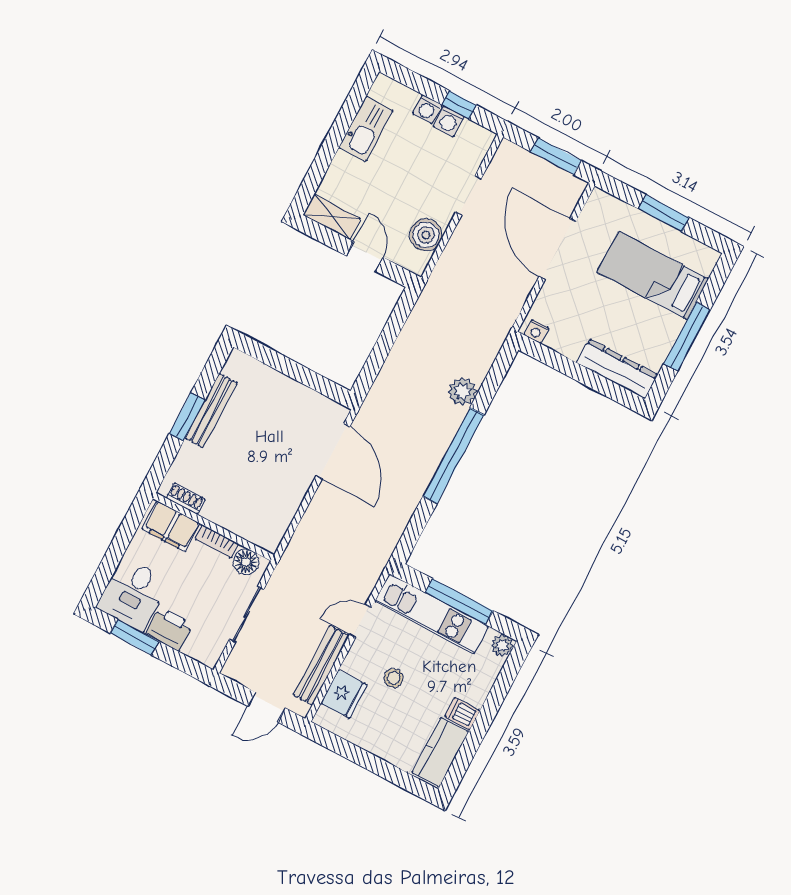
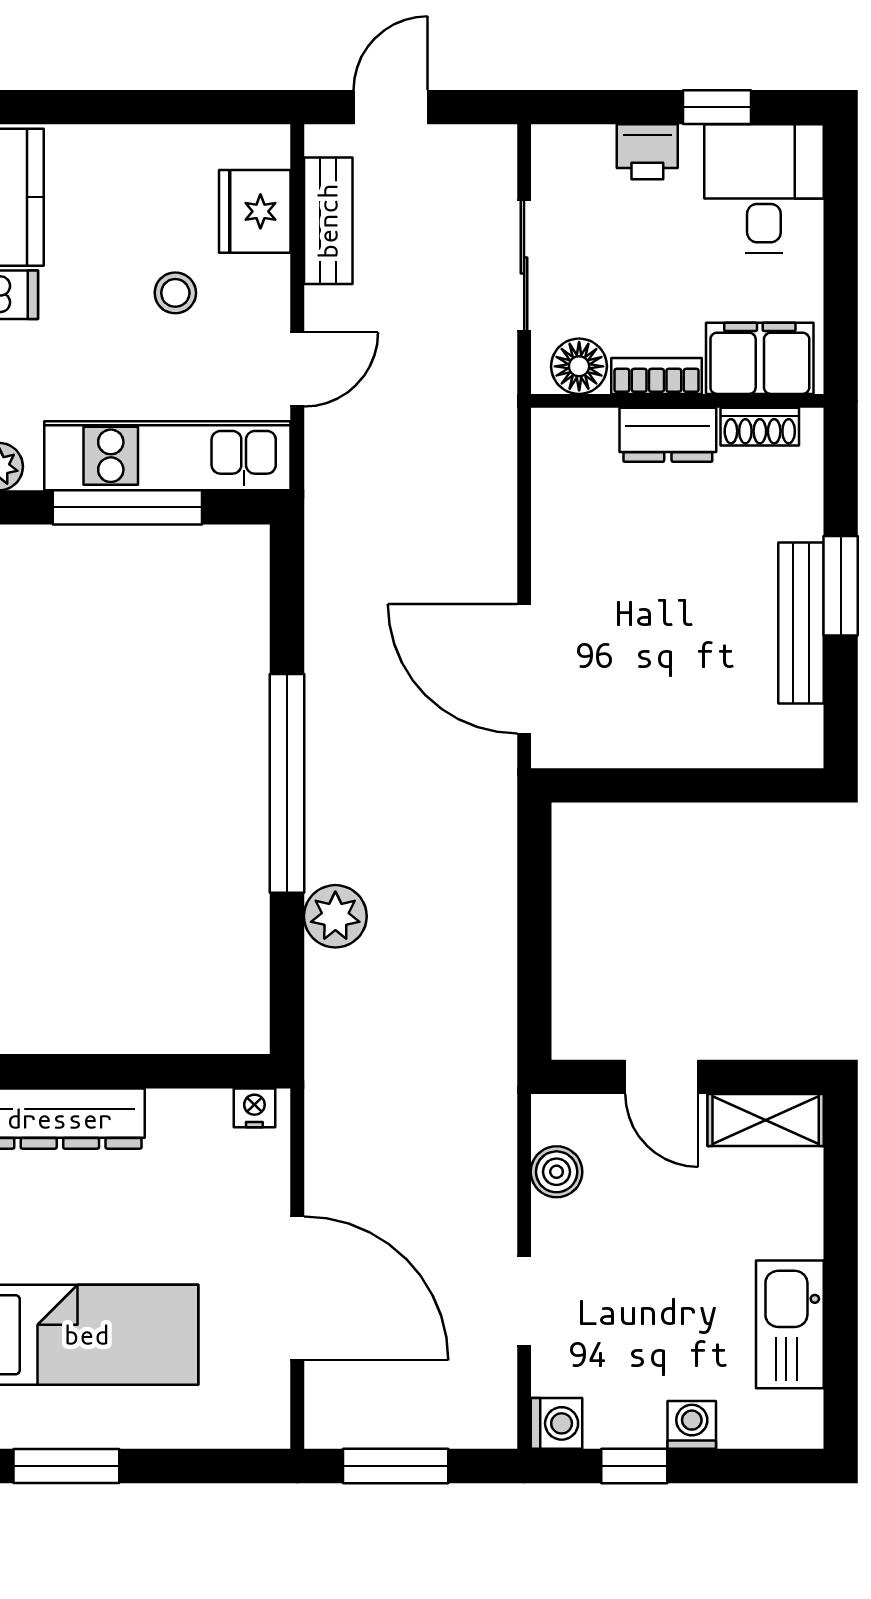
washing machine: (449, 121) -> (556, 1423), moved, turned 90
window: (664, 213) -> (66, 1466), moved
boiler: (426, 235) -> (557, 1172), width x0.73, depth x0.73
dresser: (225, 515) -> (668, 435), added
printer: (169, 629) -> (647, 152), width x0.73, depth x0.81
window: (135, 637) -> (717, 107), width x0.67
bench: (321, 665) -> (328, 221), width x0.73

